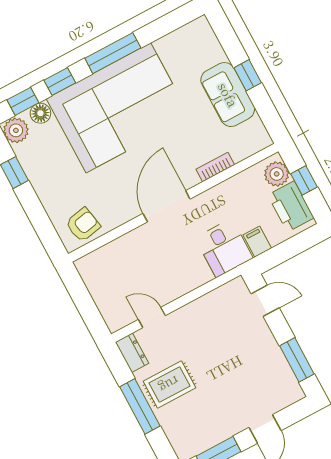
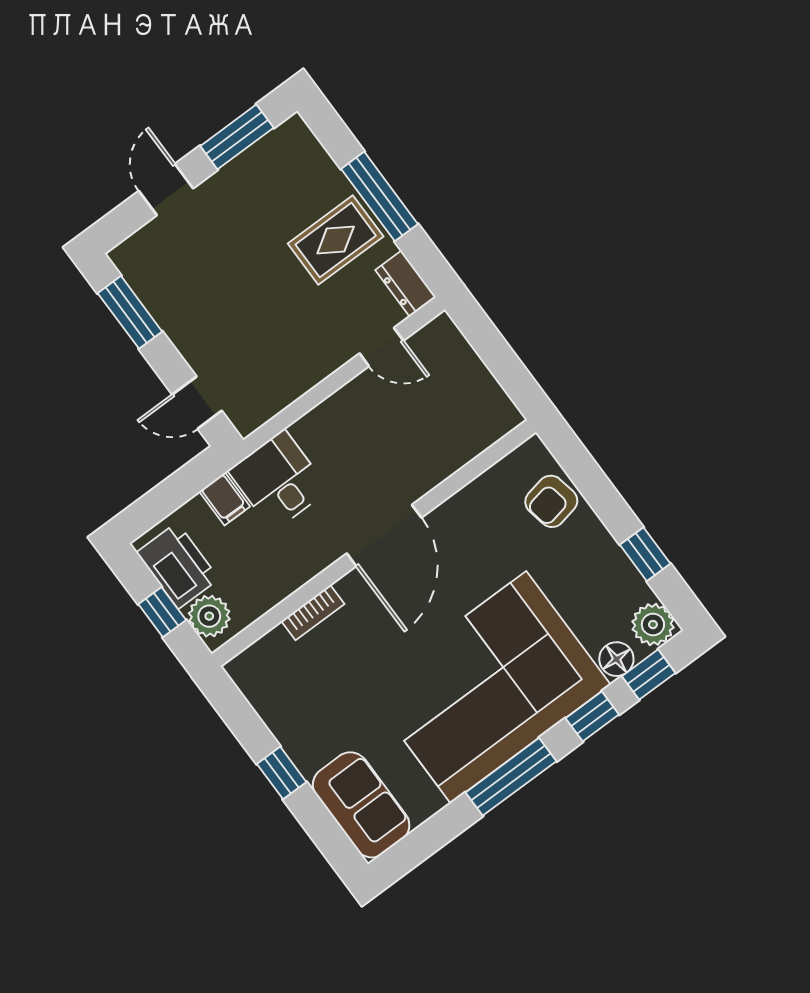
sofa: (228, 95) -> (361, 805), moved
armchair: (83, 225) -> (551, 501), moved

